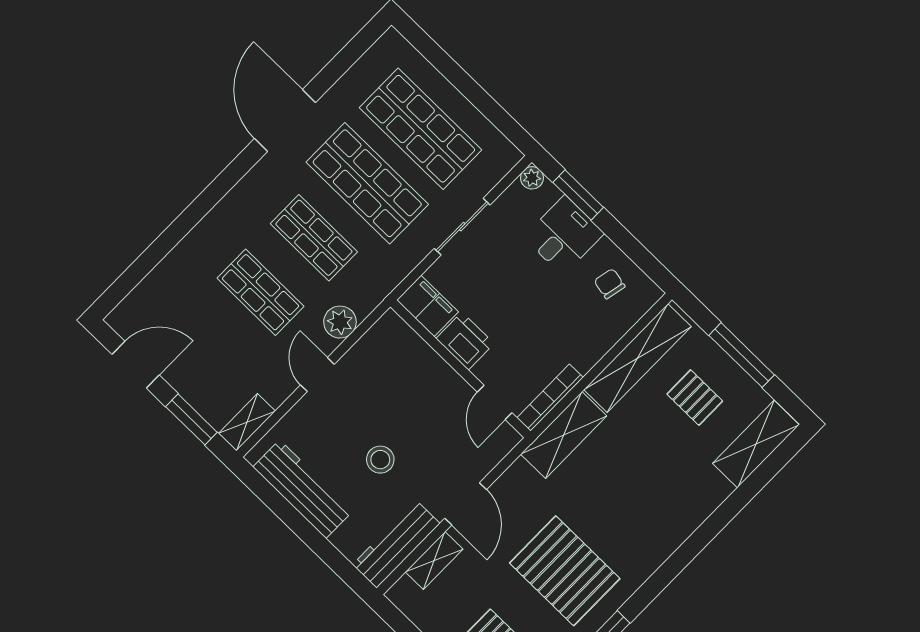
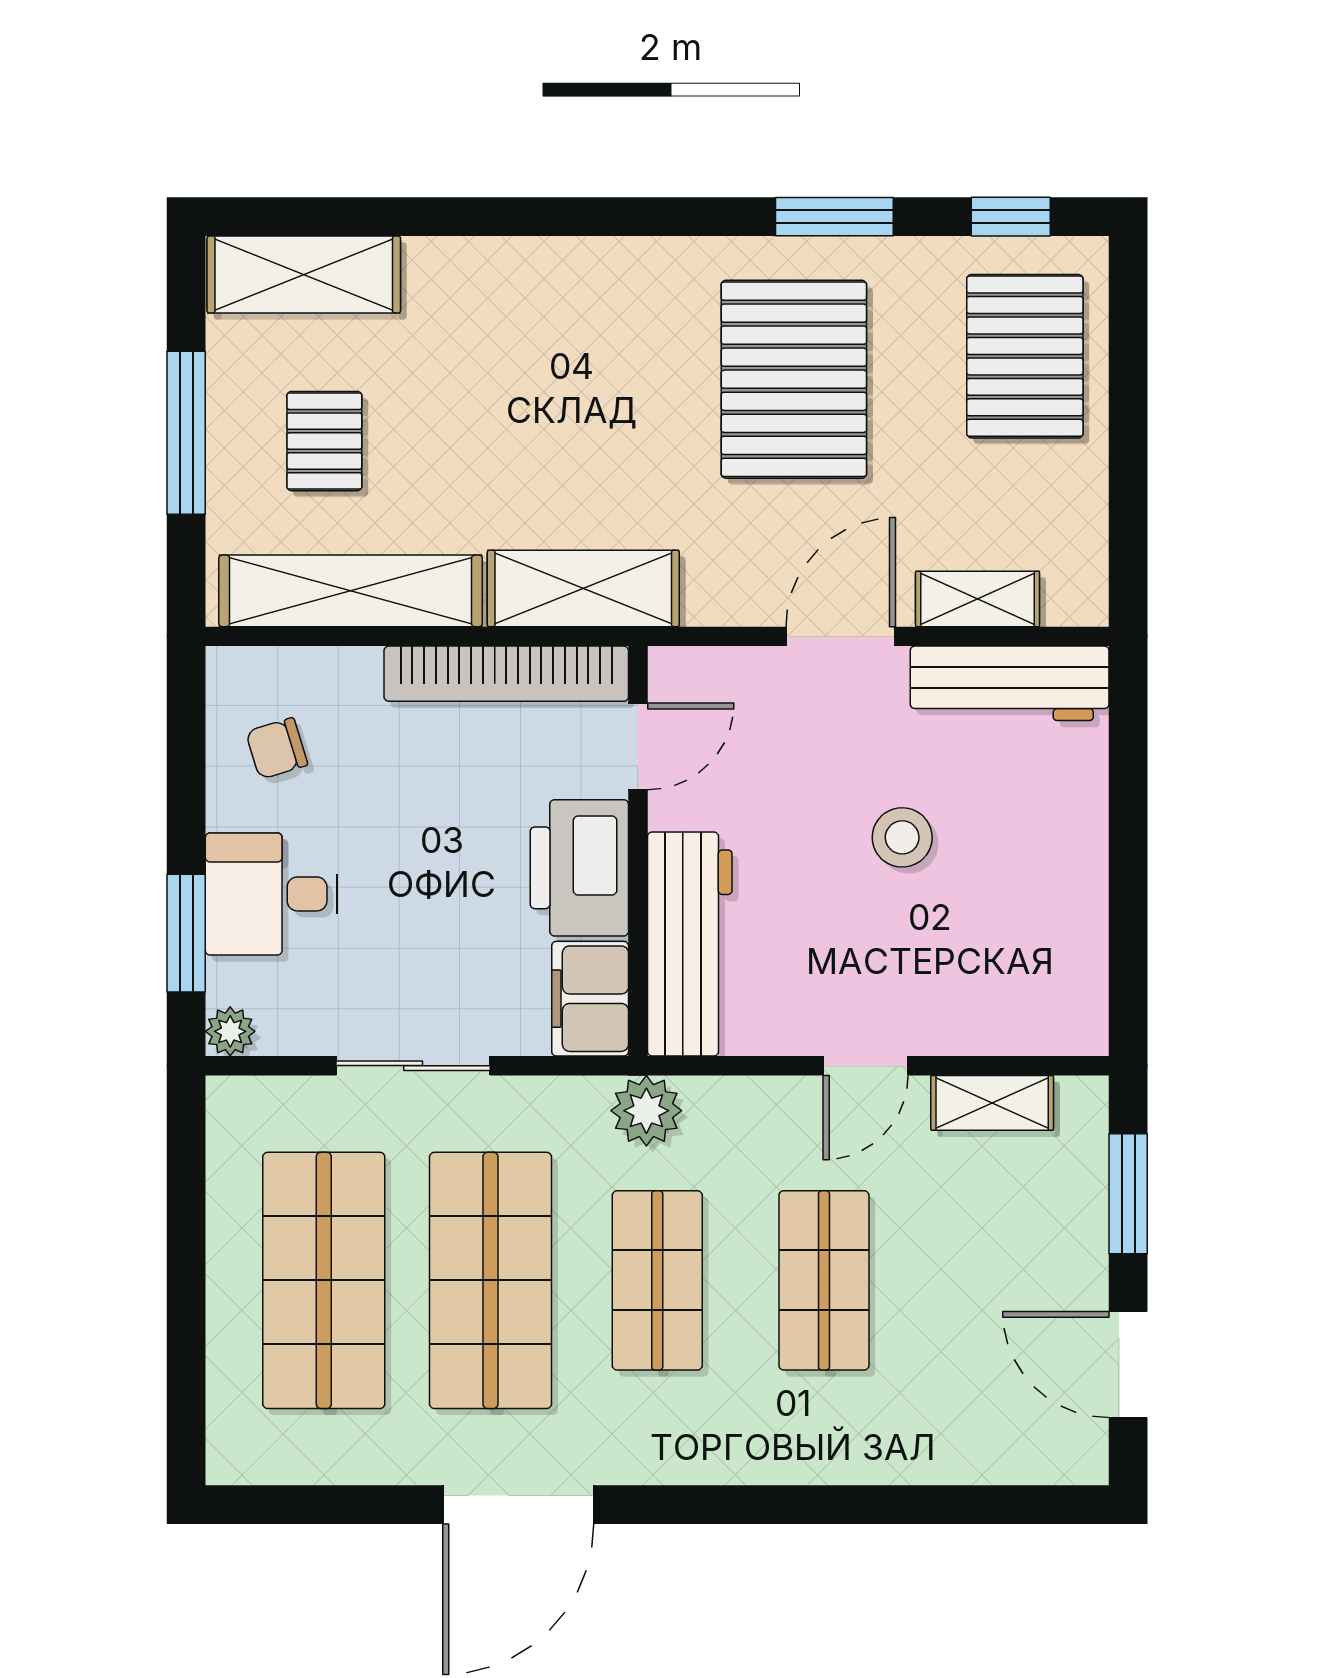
chair: (610, 284) -> (277, 748), turned 61
plant: (340, 322) -> (646, 1111), moved
printer: (465, 341) -> (579, 868), width x1.37, depth x1.19
bookcase: (550, 398) -> (506, 674), width x1.48, depth x1.31
shelving: (247, 422) -> (992, 1103), moved
workbench: (303, 489) -> (690, 944), moved, turned 180

